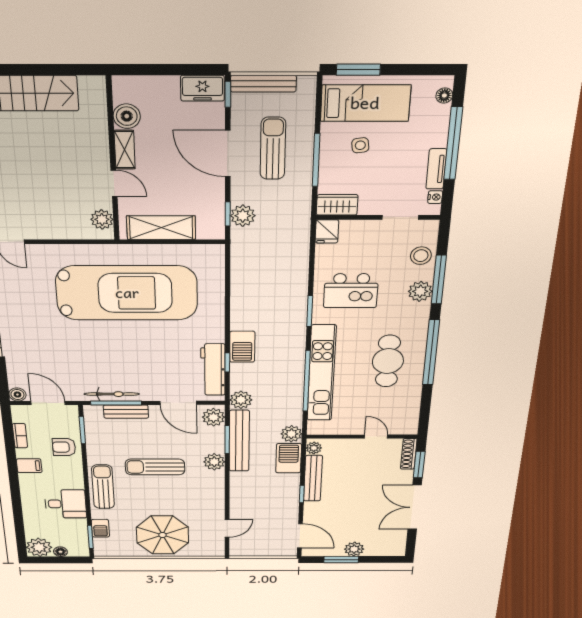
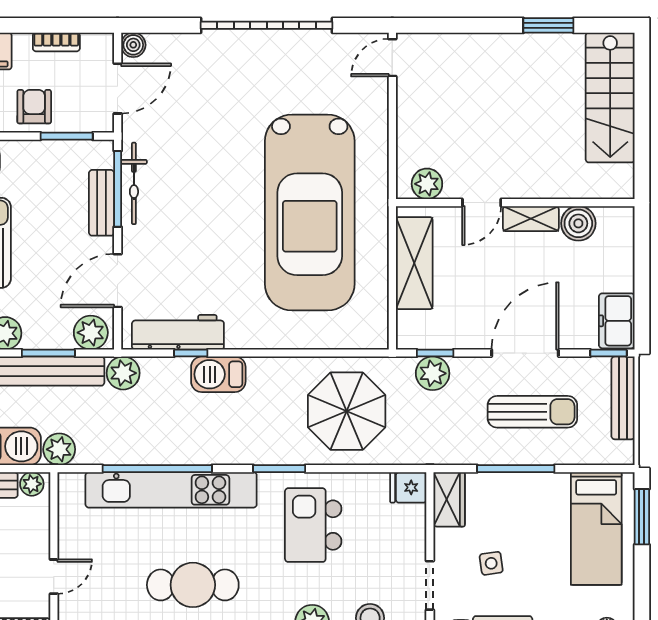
side table: (360, 145) -> (491, 563), moved
parasol: (270, 270) -> (347, 411), added

